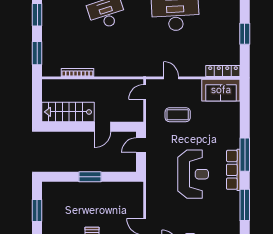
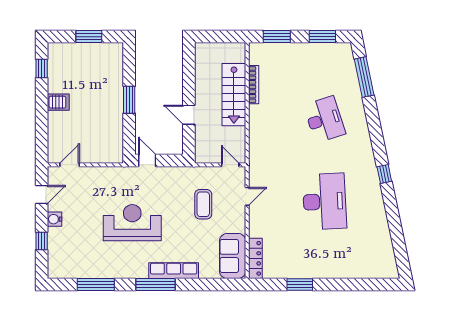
stairs: (68, 112) -> (234, 95), moved, turned 180
door: (141, 145) -> (147, 161), moved
row of seats: (233, 170) -> (174, 271), moved
reception desk: (193, 174) -> (132, 223), turned 180

